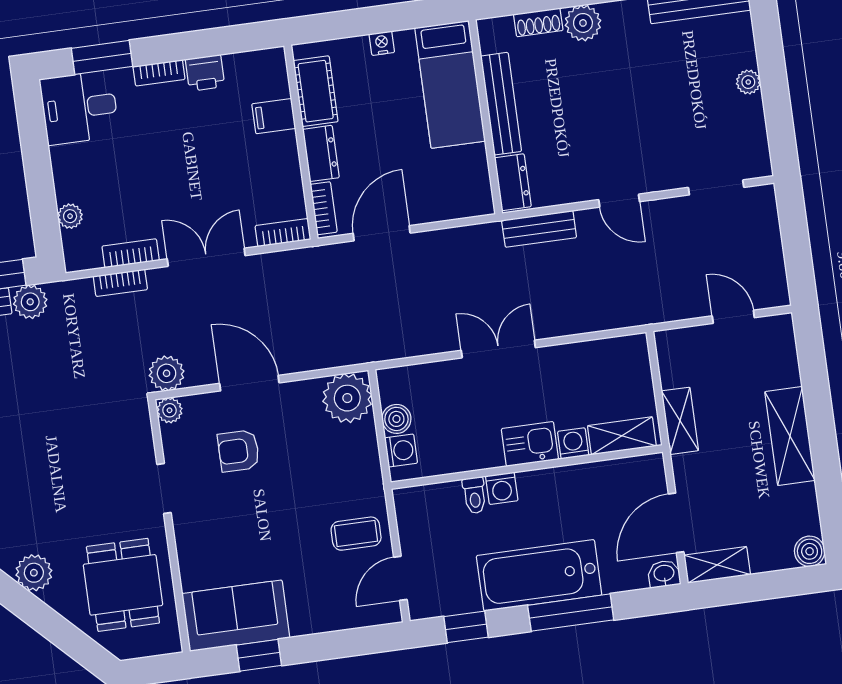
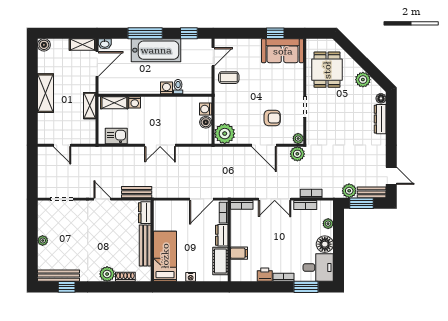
floor lamp: (71, 166) -> (325, 244), added
kitchen sink: (530, 444) -> (116, 136), moved, turned 180

